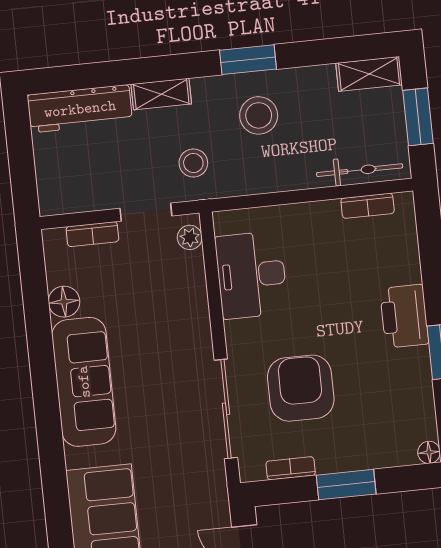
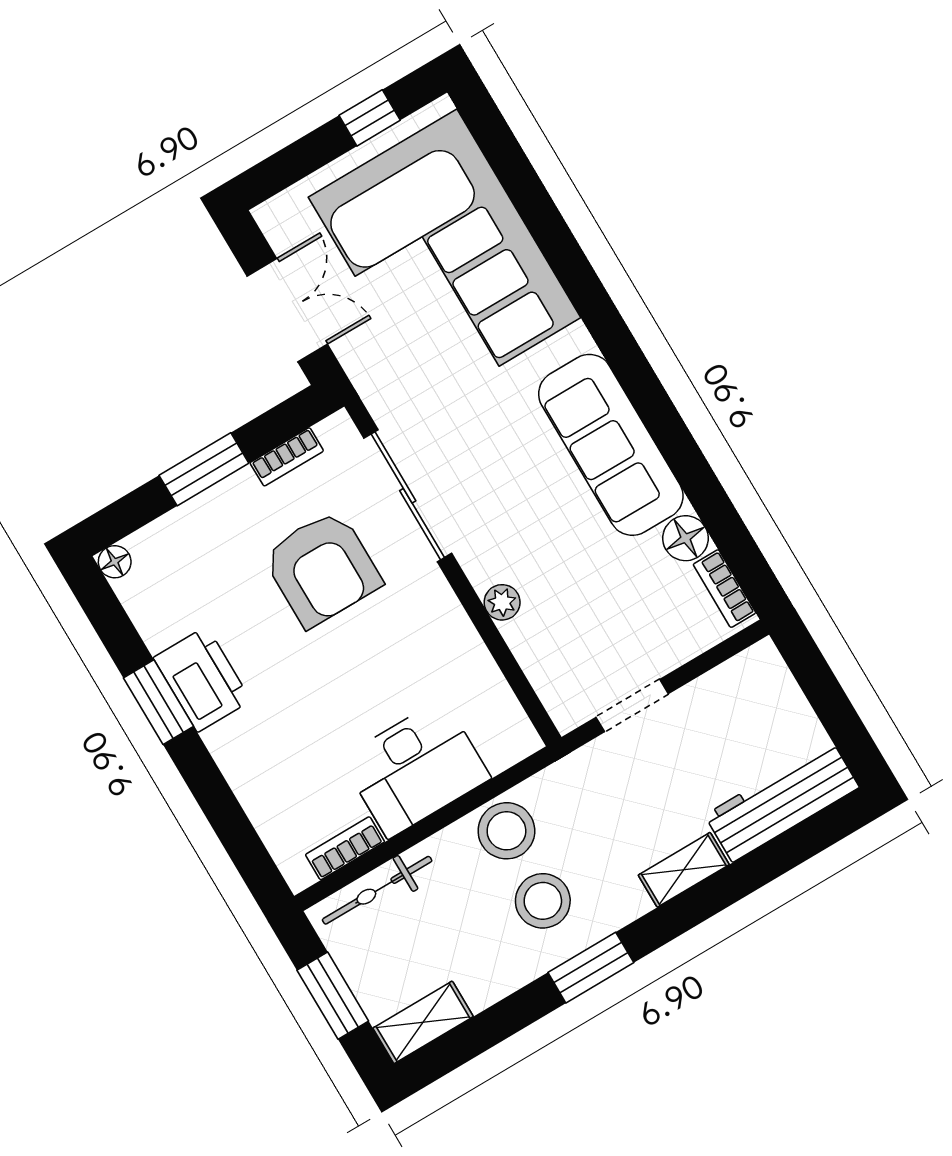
stool: (193, 163) -> (506, 831), moved, width x1.38, depth x1.38
bookcase: (92, 234) -> (724, 589), moved, turned -90
plant: (190, 237) -> (502, 602), moved
desk: (251, 275) -> (416, 768), moved, turned 90
printer: (404, 316) -> (202, 679), moved

